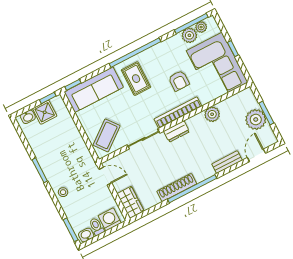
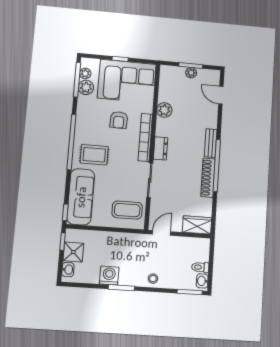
armchair: (179, 81) -> (119, 120), turned 92
plant: (256, 119) -> (191, 73), width x0.53, depth x0.53
coffee table: (107, 135) -> (127, 210), turned -52
bench: (227, 162) -> (211, 143), moved
washing machine: (110, 219) -> (109, 276), moved, turned 90

